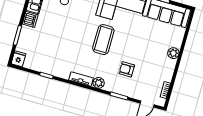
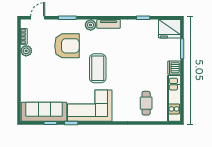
plant: (173, 53) -> (26, 51), moved
fridge: (19, 59) -> (170, 29), width x1.88, depth x1.34
armchair: (127, 69) -> (67, 46), width x1.88, depth x1.88

